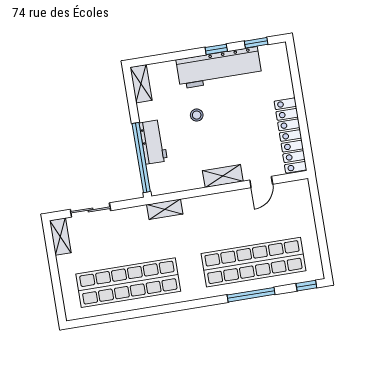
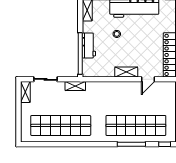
shelving: (165, 209) -> (75, 86), moved

